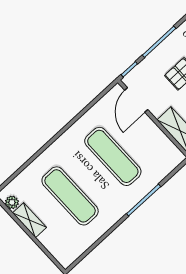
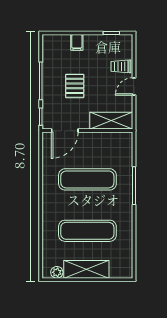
door: (136, 100) -> (65, 131), hinge flipped
shelving: (29, 220) -> (86, 269), width x1.50, depth x1.33

